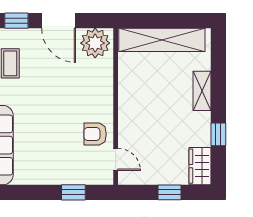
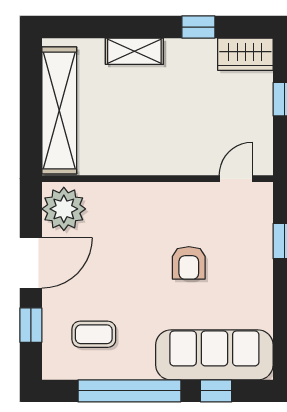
armchair: (95, 134) -> (189, 263), moved

